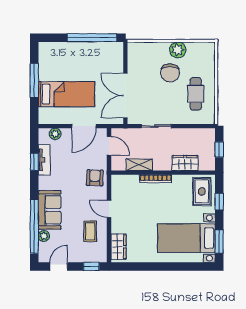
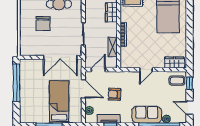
plant: (178, 50) -> (26, 18), removed
chair: (170, 73) -> (43, 24), turned 90
armchair: (95, 178) -> (114, 94), moved
coffee table: (90, 231) -> (177, 81), moved

